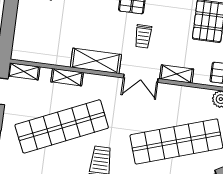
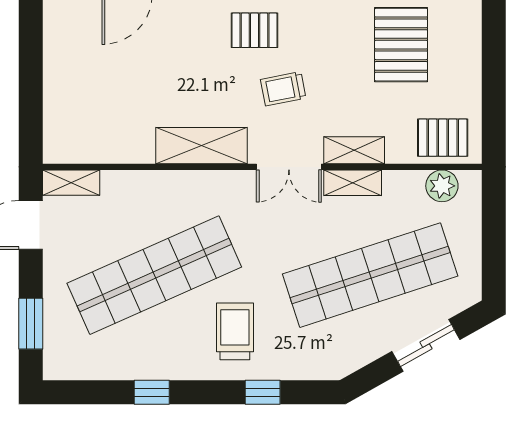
trolley: (143, 36) -> (283, 89), turned 79
shelving: (67, 77) -> (353, 183), moved

